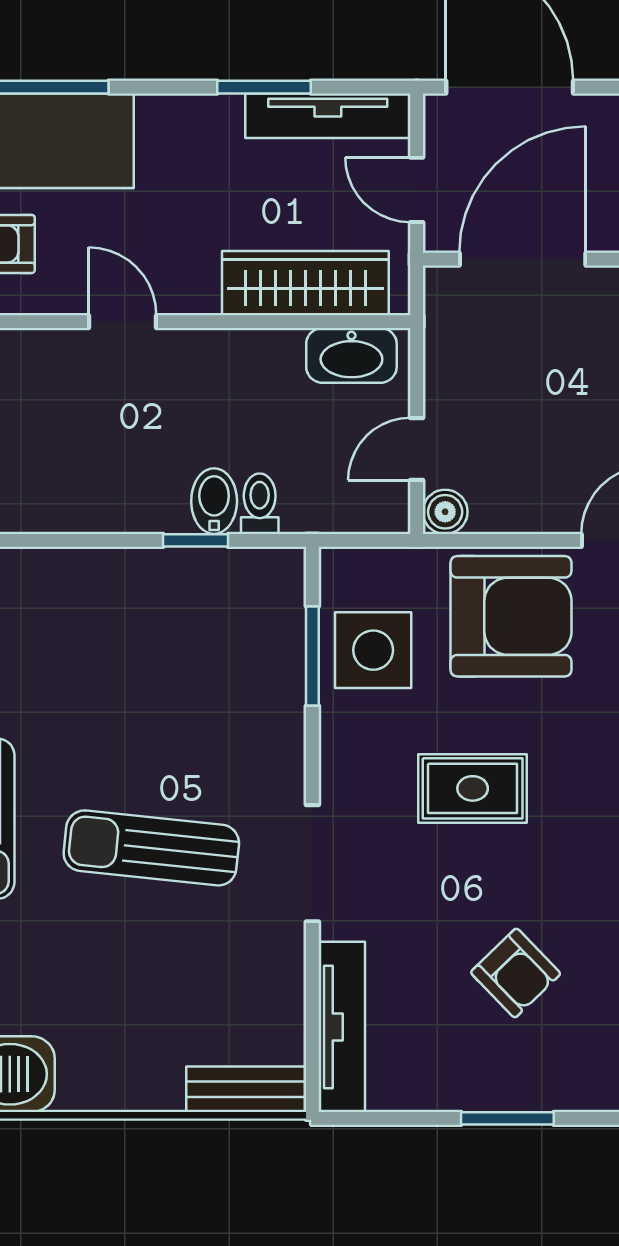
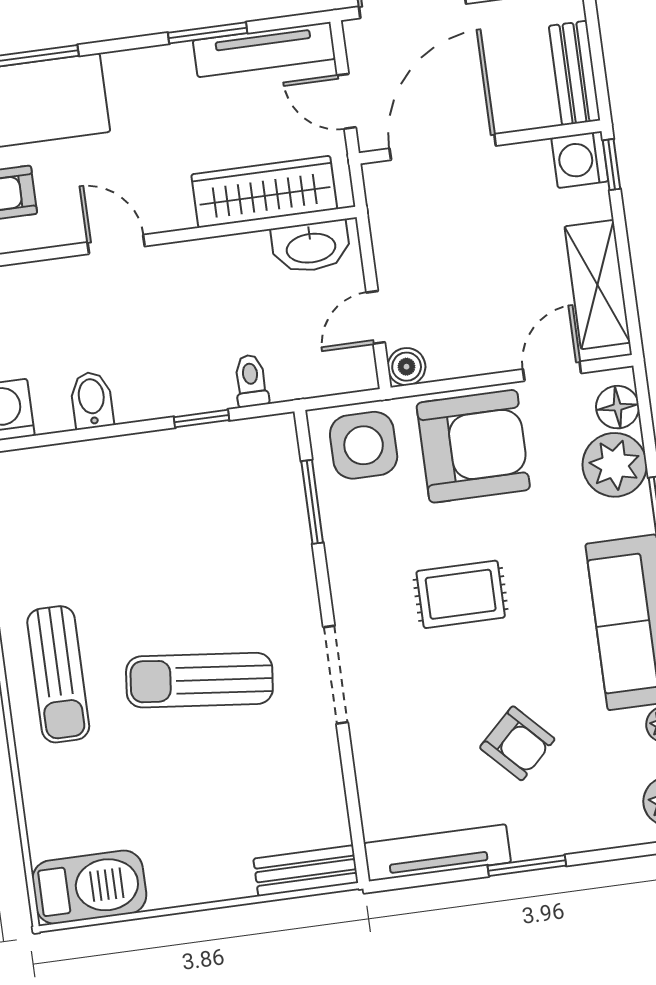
bidet: (214, 501) -> (92, 400), moved
side table: (373, 650) -> (364, 445), moved
tv unit: (342, 1027) -> (437, 853), moved, turned -90

